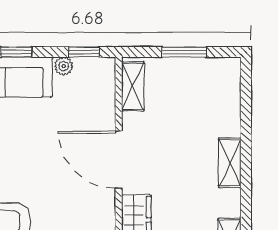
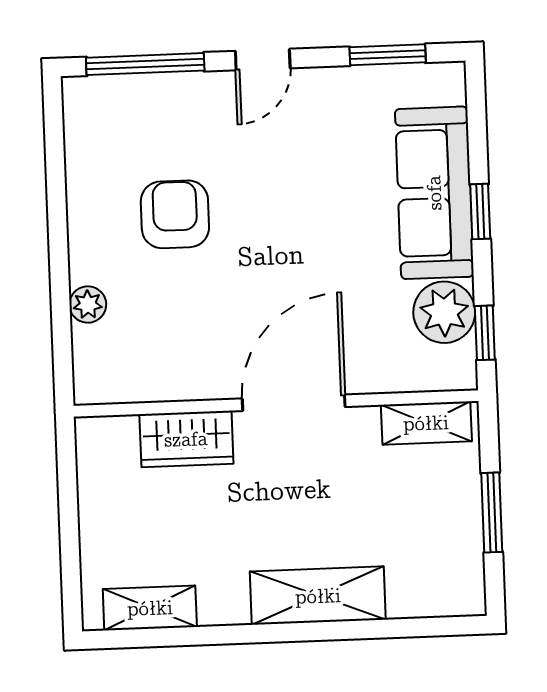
plant: (64, 66) -> (444, 312), width x1.88, depth x1.88
shelving: (230, 163) -> (318, 596), width x1.50, depth x1.33

